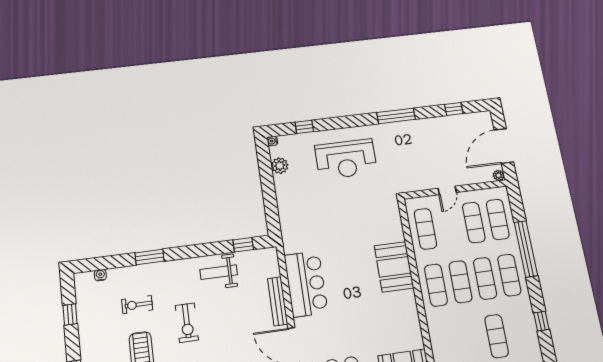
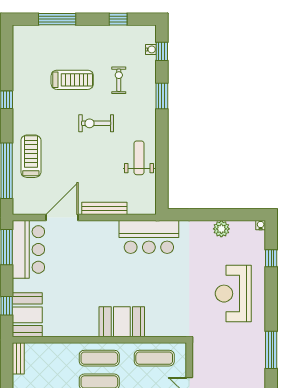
plant: (280, 166) -> (221, 229), moved
window: (243, 245) -> (162, 51), moved
bar counter: (306, 284) -> (149, 237), moved

